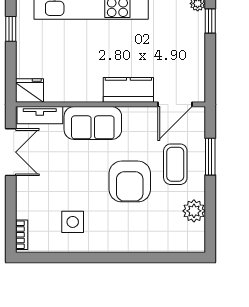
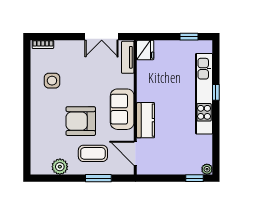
sofa: (93, 123) -> (122, 109), moved

